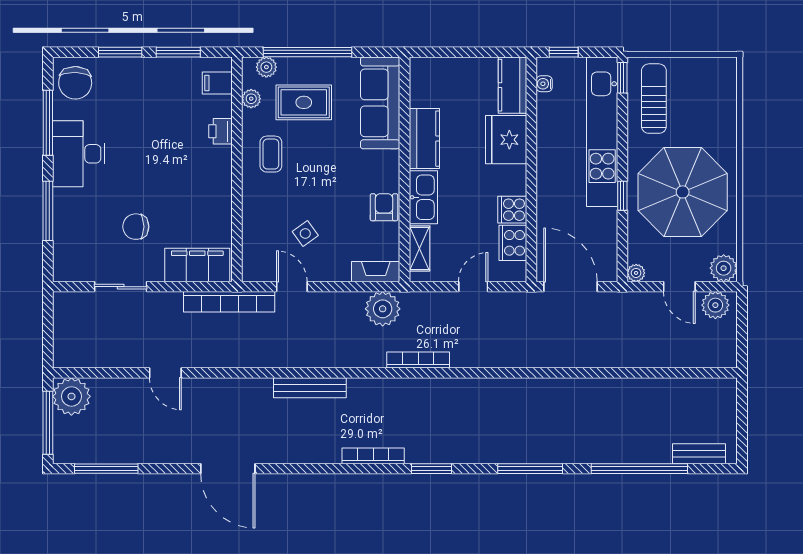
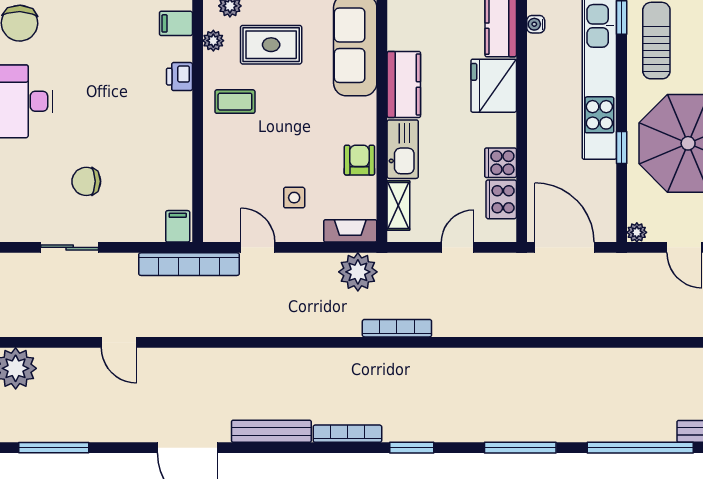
coffee table: (271, 154) -> (235, 102), turned 90
side table: (305, 233) -> (294, 198), moved, turned 36
filing cabinet: (197, 265) -> (178, 226), width x0.33, depth x0.86
bench: (310, 388) -> (271, 431), moved

